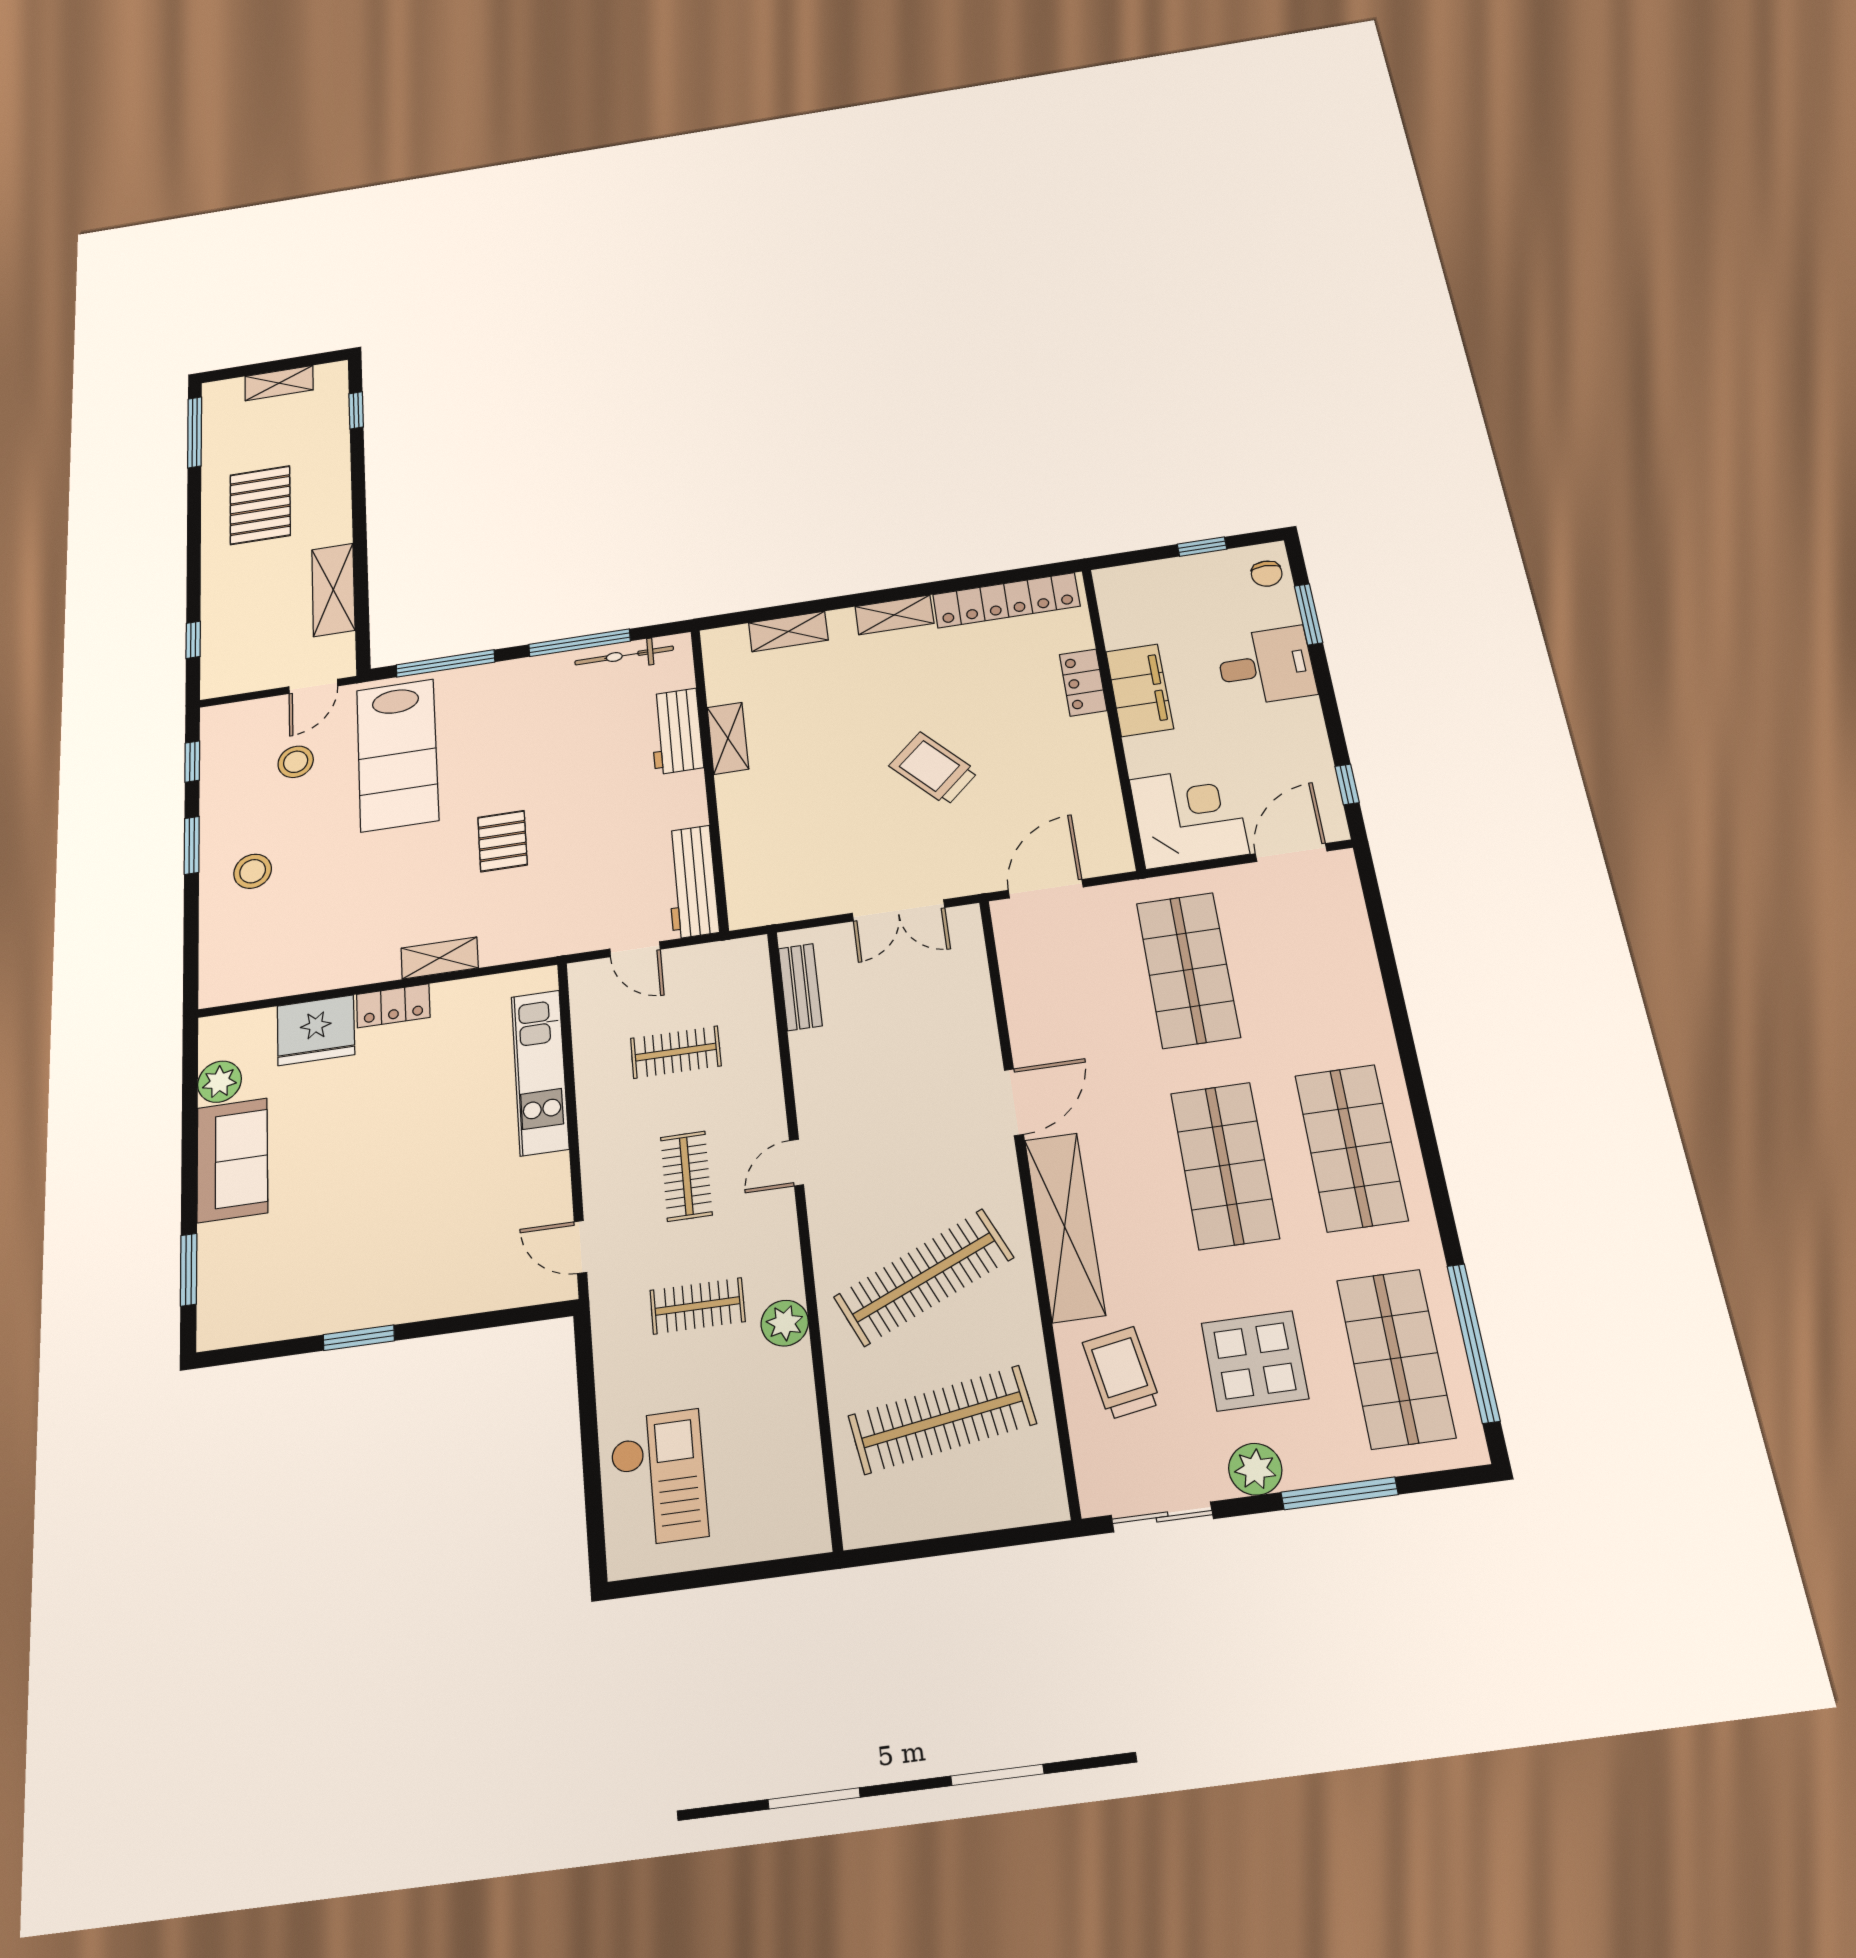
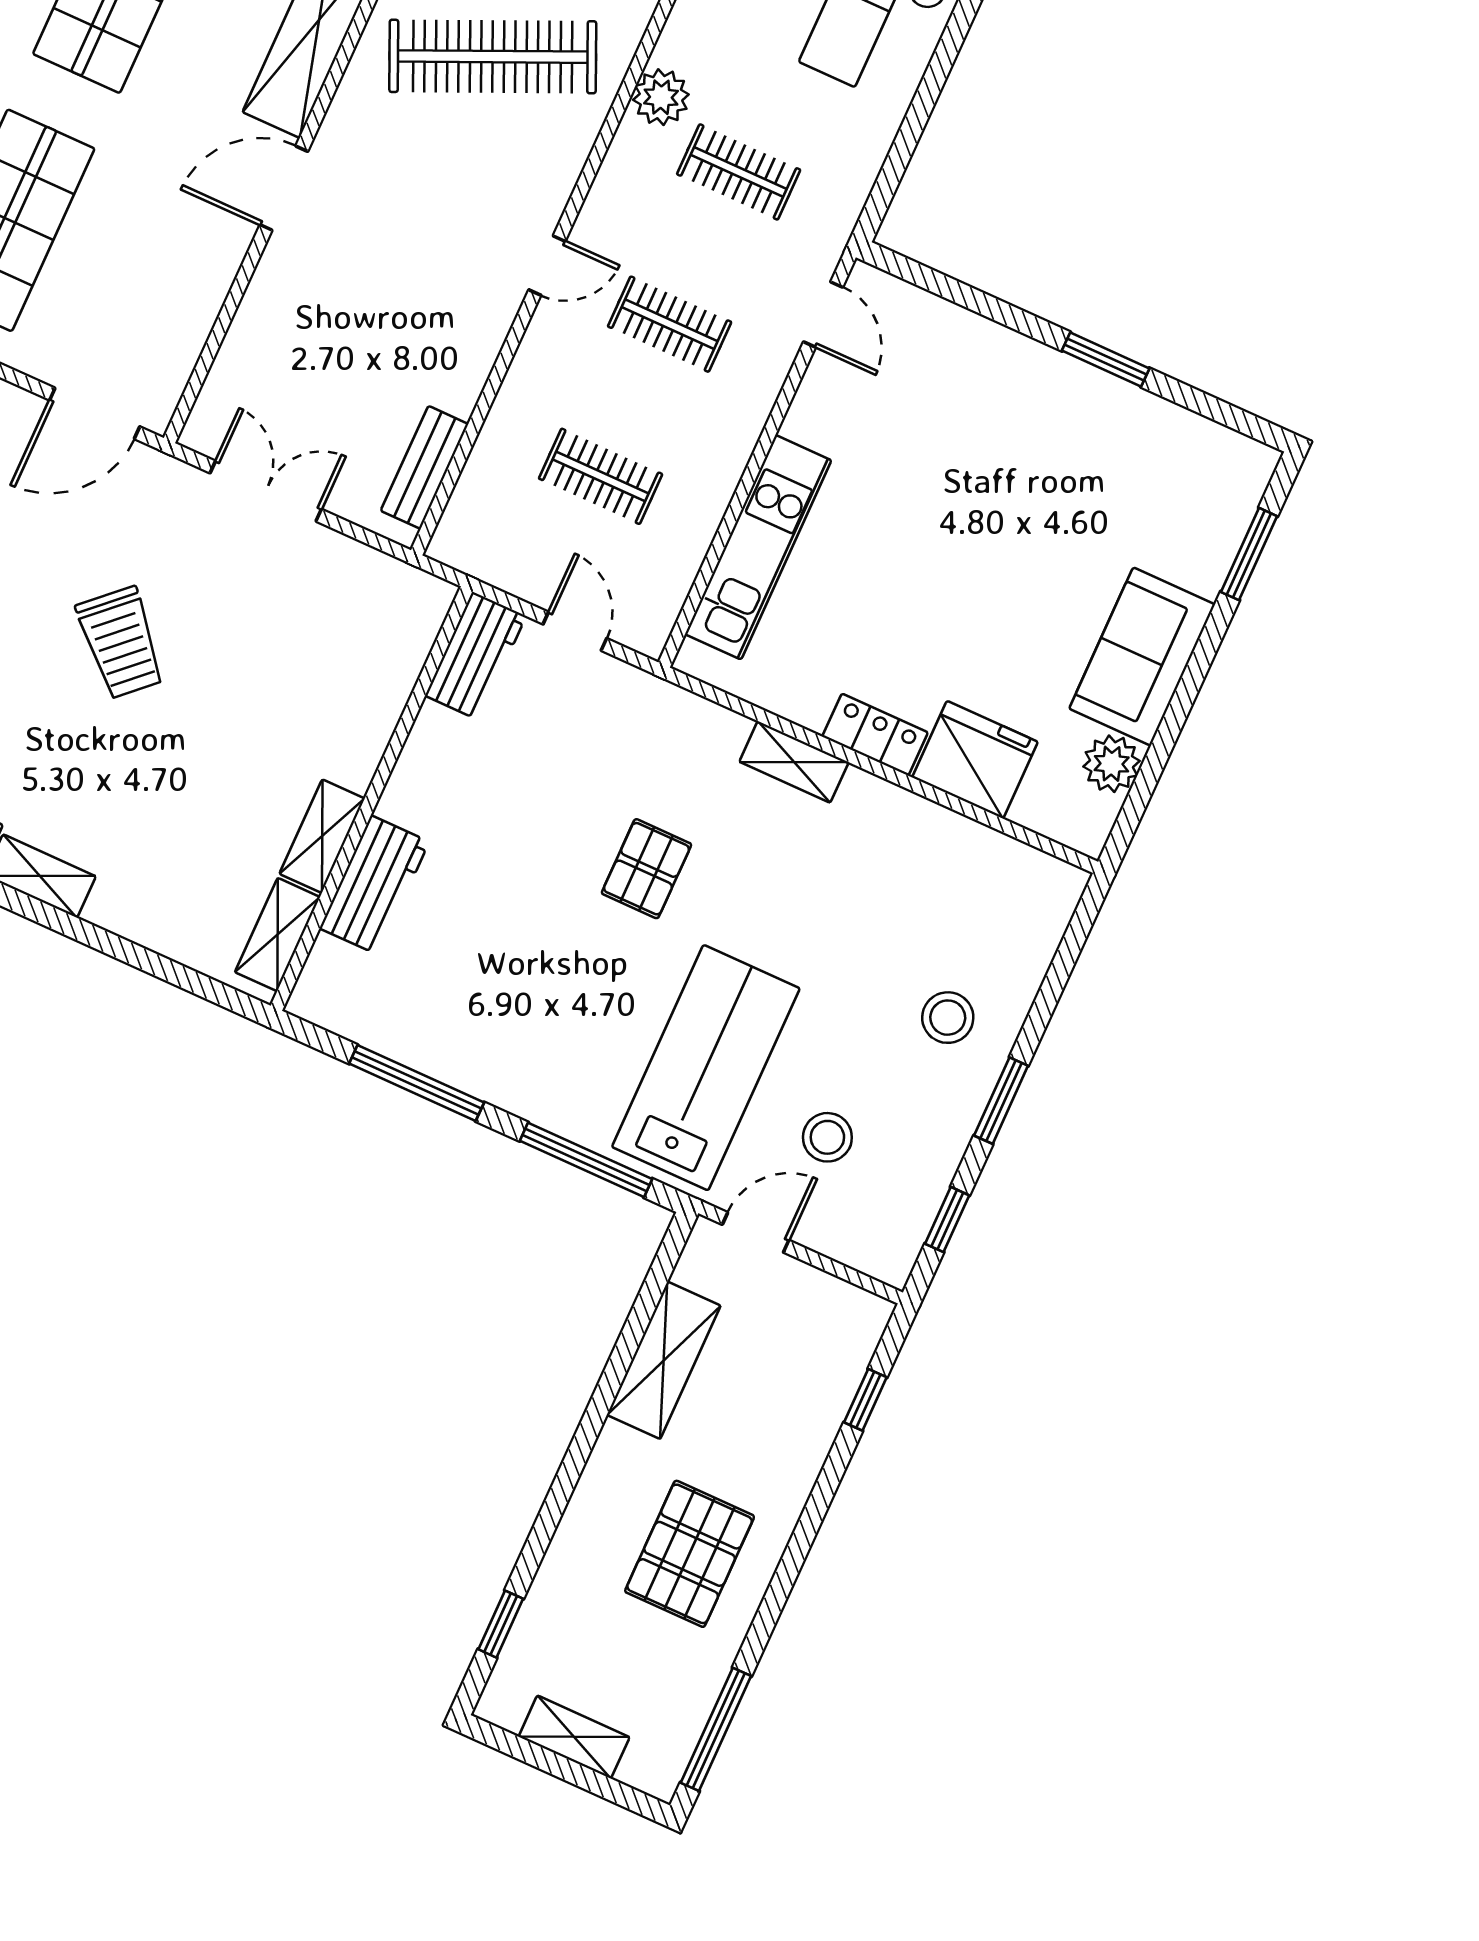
shelving: (788, 631) -> (278, 935), moved, turned 90
bicycle: (624, 655) -> (376, 1030), removed
workbench: (692, 882) -> (475, 656), width x0.73
clothes rail: (686, 1176) -> (670, 324), turned 90

